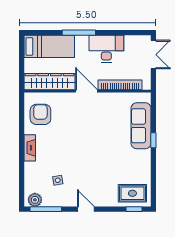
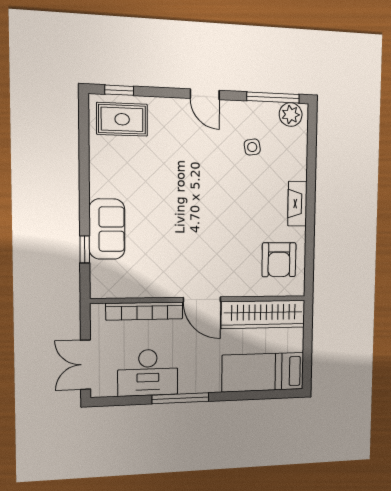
window: (79, 33) -> (180, 398), moved
desk: (106, 49) -> (148, 373), moved
sofa: (141, 126) -> (107, 229), width x0.73
window: (153, 140) -> (85, 249), moved

